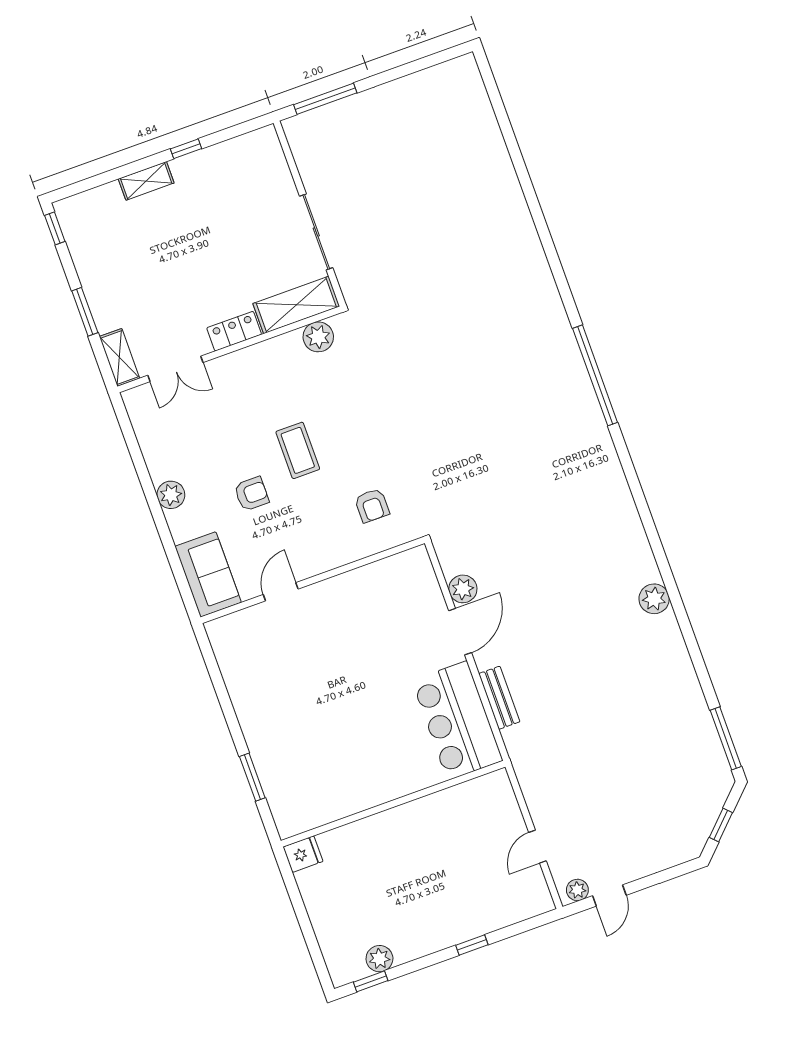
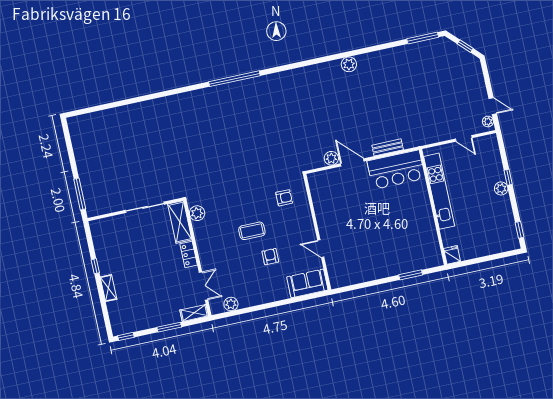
plant: (171, 495) -> (231, 304), moved
kitchen unit: (426, 812) -> (439, 191), added
plant: (379, 959) -> (501, 188), moved

